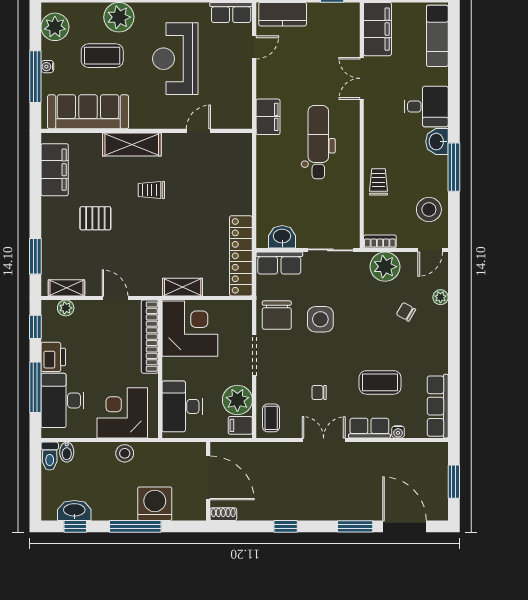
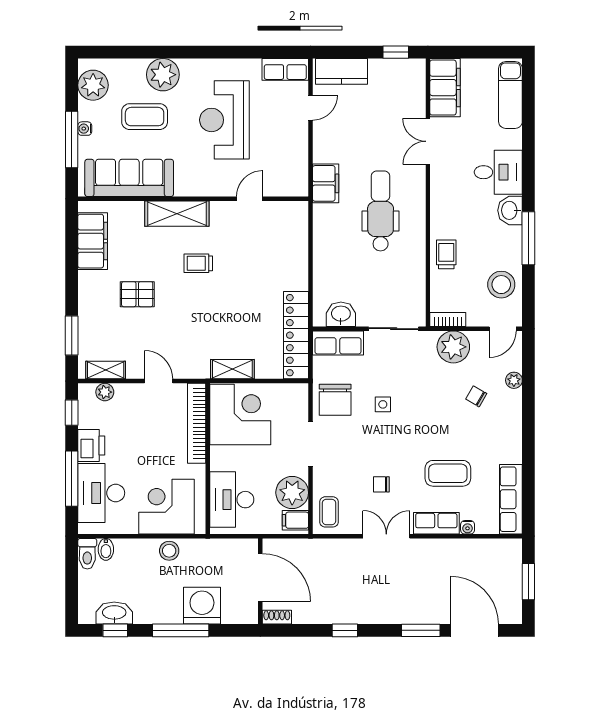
side table: (320, 319) -> (383, 404), width x0.54, depth x0.54

